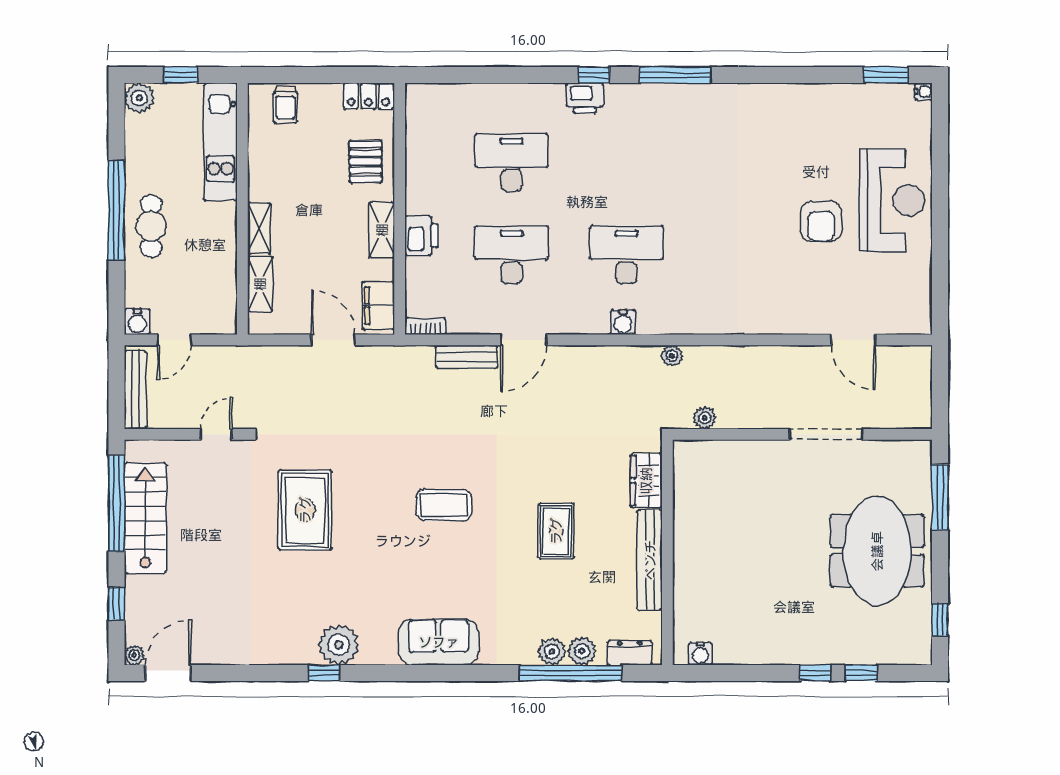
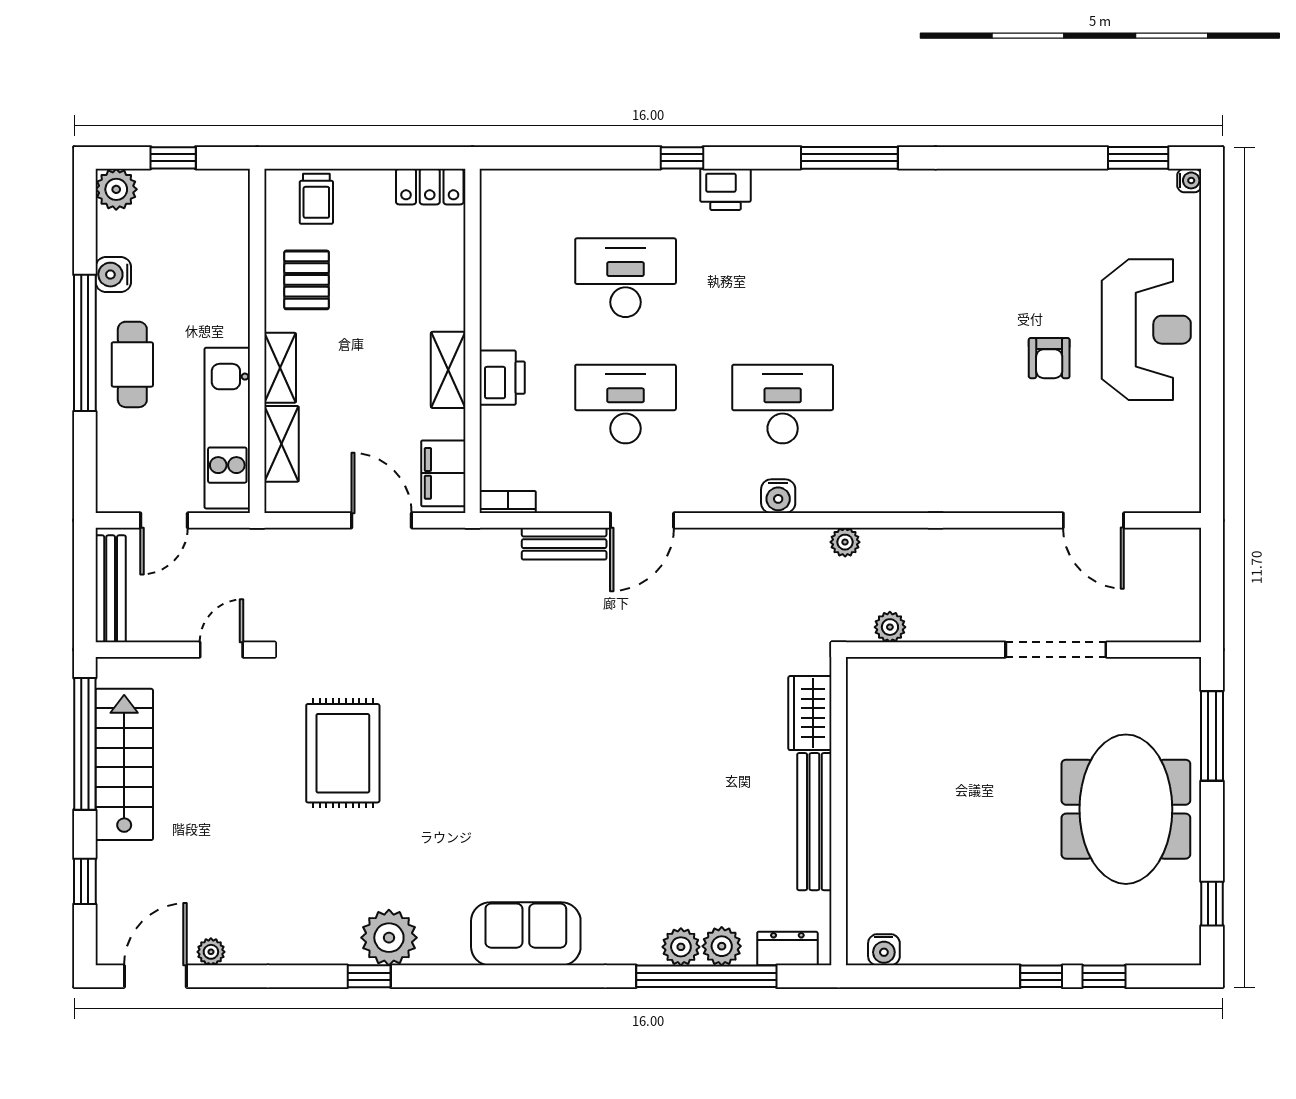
window: (594, 75) -> (682, 158), moved
kitchen unit: (221, 142) -> (227, 428), moved
pallet: (366, 162) -> (307, 280), moved
armchair: (821, 221) -> (1049, 358), width x0.72, depth x0.72
water cooler: (137, 322) -> (113, 275), moved, turned 90
coffee table: (444, 505) -> (533, 746), removed
rug: (556, 531) -> (686, 782), removed
plant: (134, 655) -> (211, 952), moved

